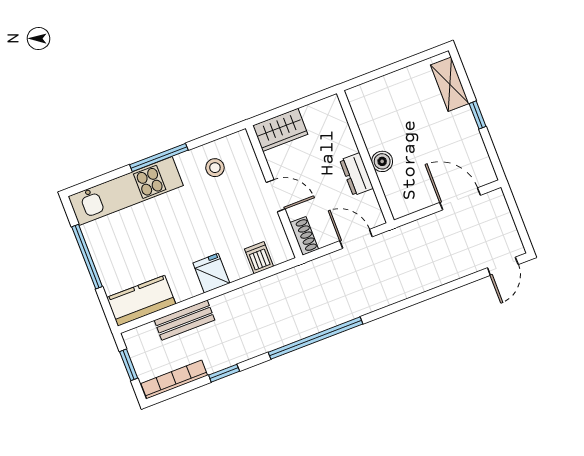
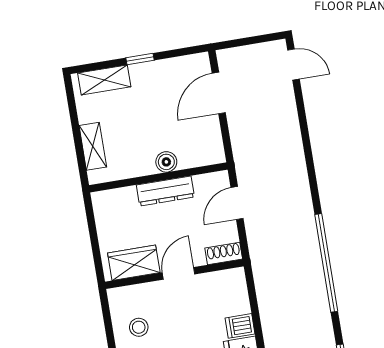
shelving: (383, 86) -> (93, 146), added
wardrobe: (280, 130) -> (134, 263), moved, turned -90
dresser: (357, 174) -> (165, 191), width x1.44
dishwasher: (259, 258) -> (240, 326), moved

